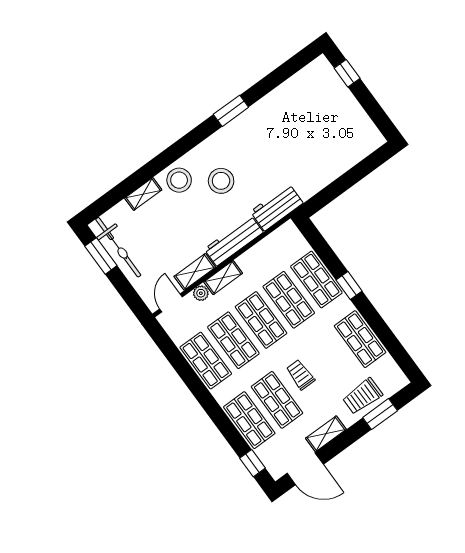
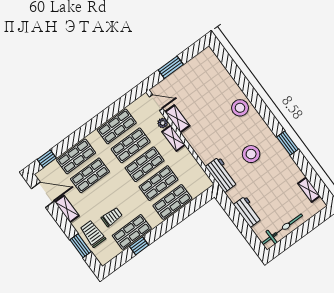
window: (347, 73) -> (313, 222), removed
stool: (221, 181) -> (251, 154), moved
shelving: (143, 194) -> (309, 190), moved
workbench: (234, 241) -> (248, 212), moved, width x0.73
bicycle: (118, 247) -> (282, 229), moved, turned 180
window: (101, 256) -> (171, 67), moved
window: (349, 285) -> (139, 246), moved
trolley: (300, 375) -> (112, 217), moved
door: (305, 469) -> (43, 195), swing flipped

